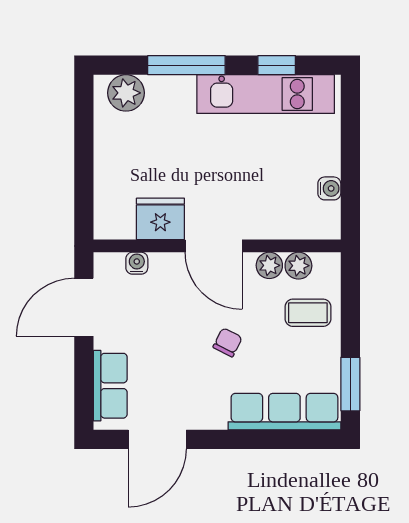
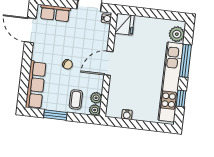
kitchen unit: (266, 94) -> (171, 82), width x1.36
fridge: (160, 219) -> (125, 24), moved
water cooler: (137, 263) -> (106, 18), moved
plant: (269, 265) -> (95, 110), moved
window: (350, 384) -> (55, 115), moved

